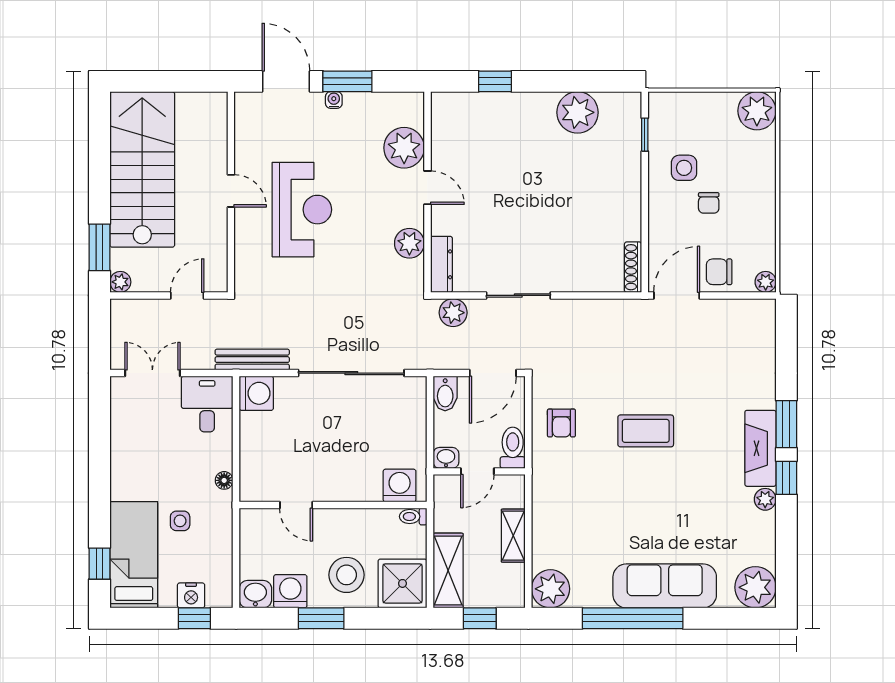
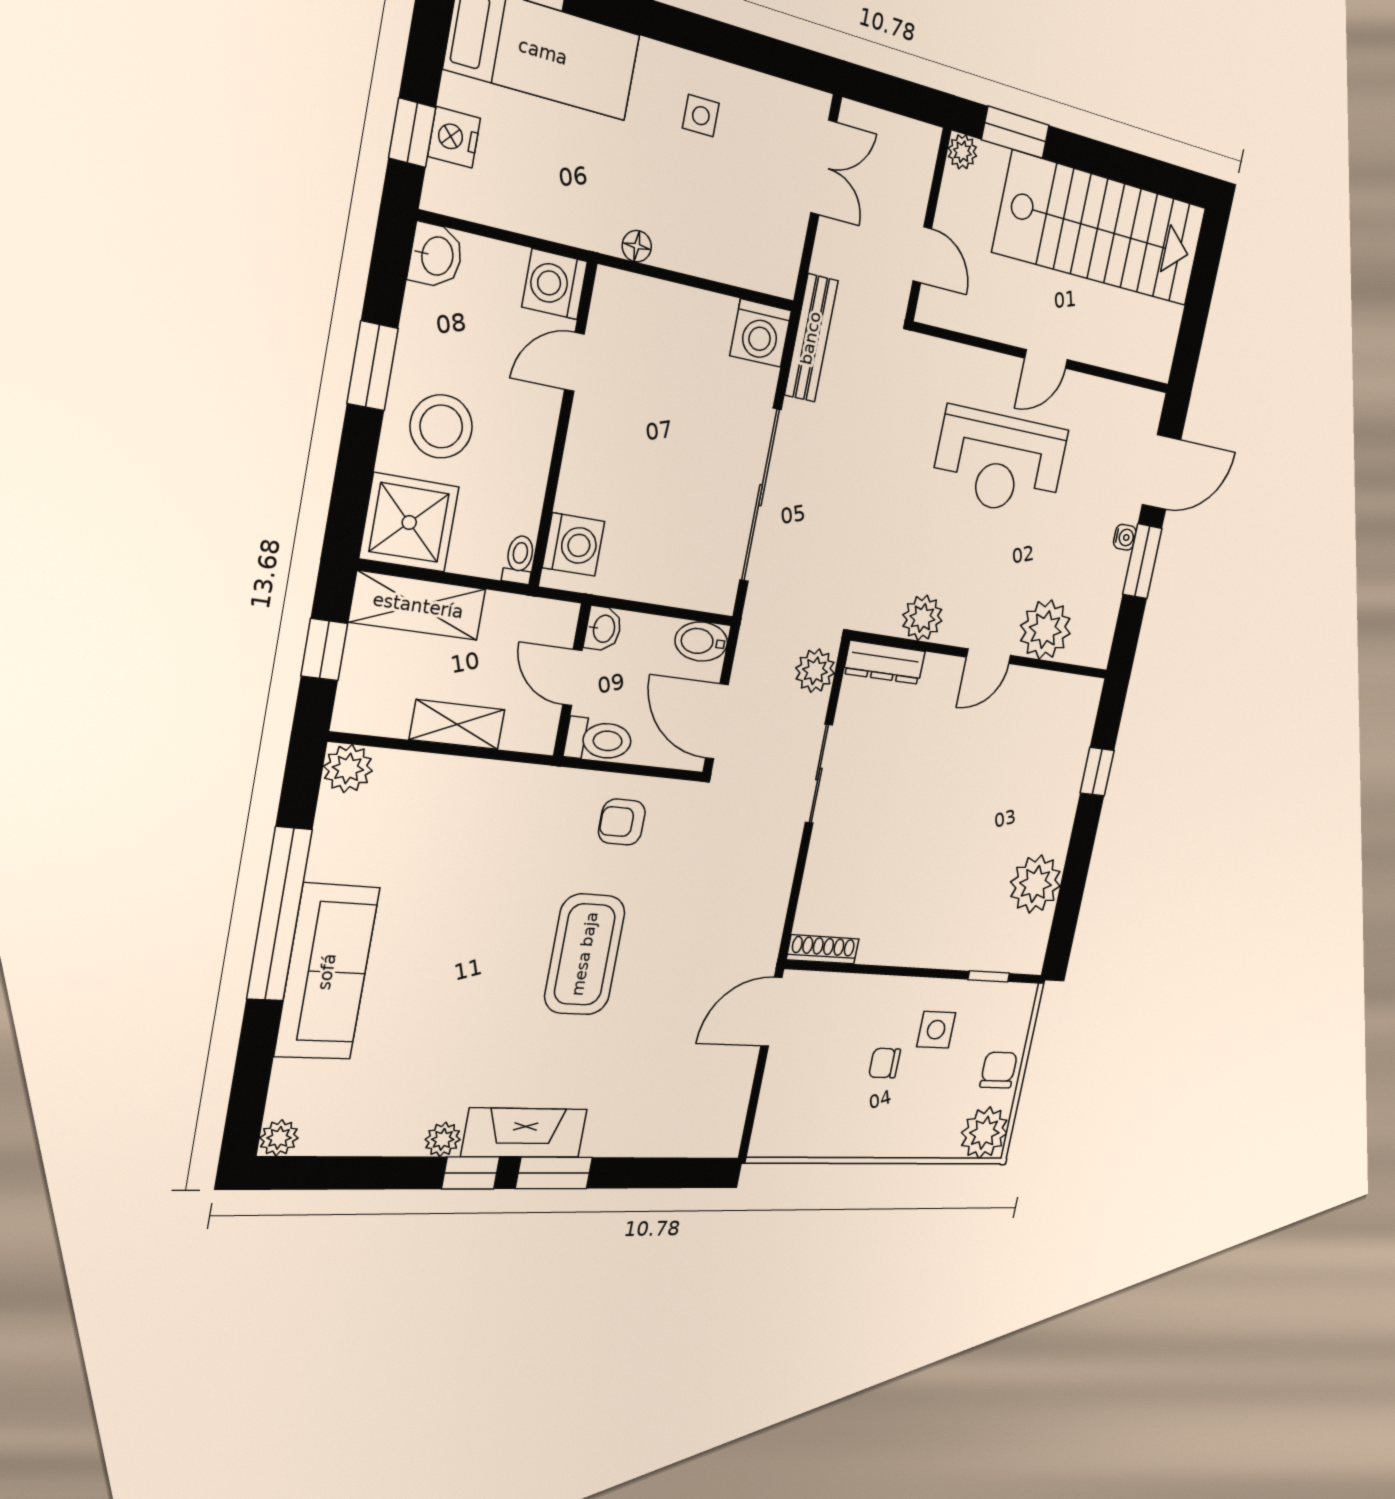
chair: (719, 272) -> (999, 1070), moved
plant: (766, 282) -> (764, 1143), removed
door: (677, 295) -> (771, 1012), swing flipped
desk: (207, 404) -> (760, 247), removed
coffee table: (646, 431) -> (585, 954), width x1.36, depth x1.32
side table: (180, 521) -> (701, 116), moved
plant: (755, 587) -> (279, 1138), width x0.53, depth x0.53
plant: (551, 589) -> (348, 769), width x0.73, depth x0.73
washing machine: (290, 591) -> (555, 284), moved, turned 180

